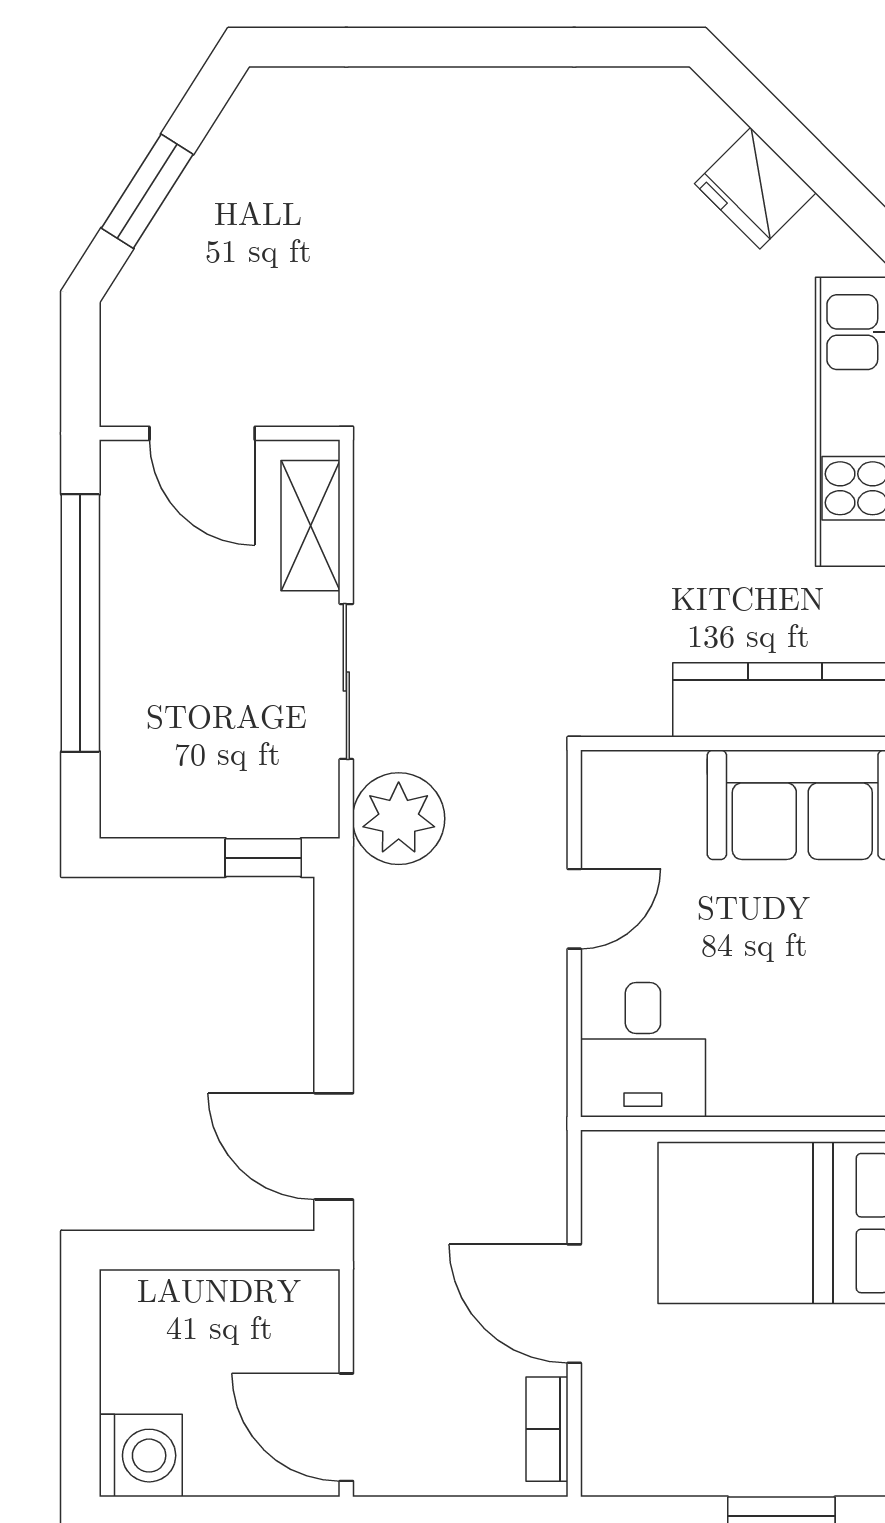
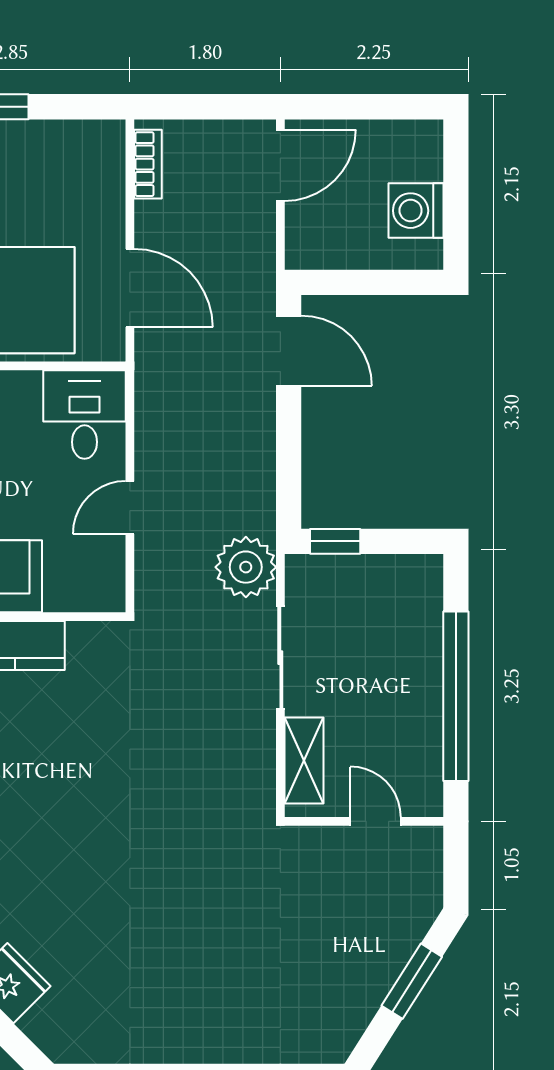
door: (202, 433) -> (376, 821), width x0.73
door: (574, 1304) -> (130, 288), moved
door: (346, 1427) -> (280, 165), hinge flipped
washing machine: (141, 1456) -> (416, 211), moved

